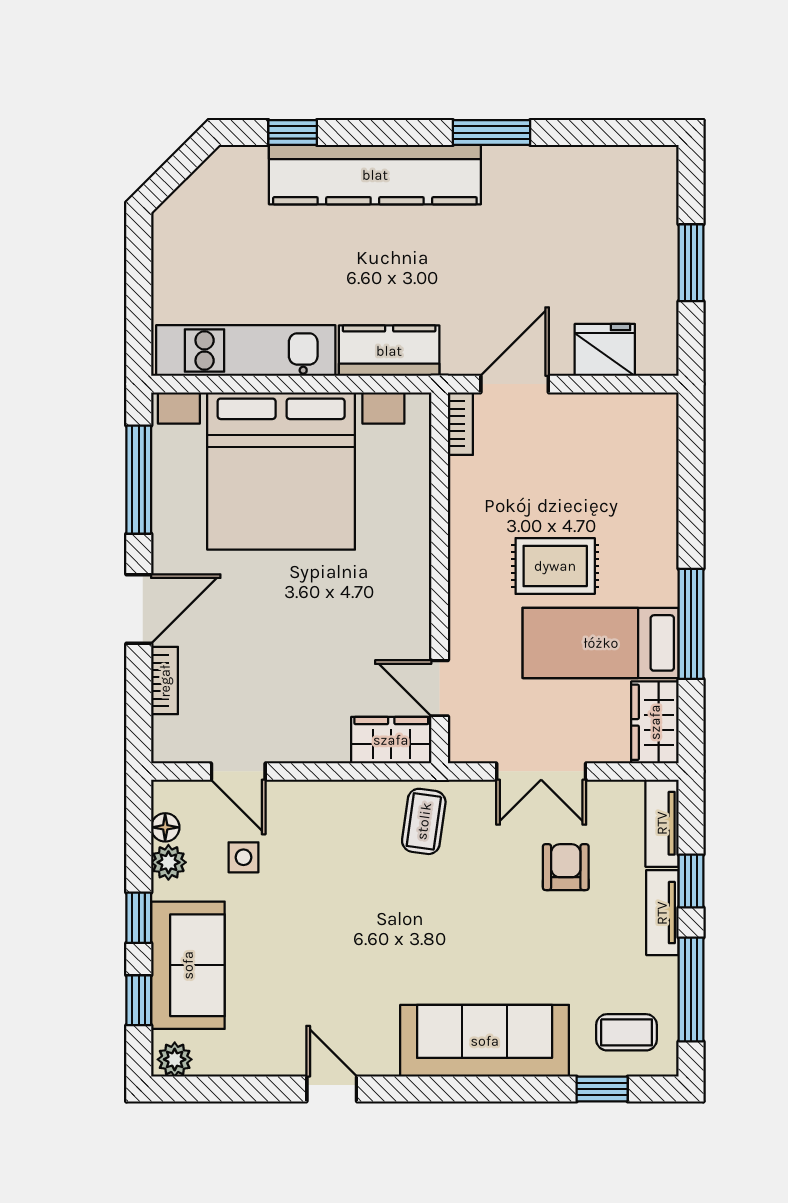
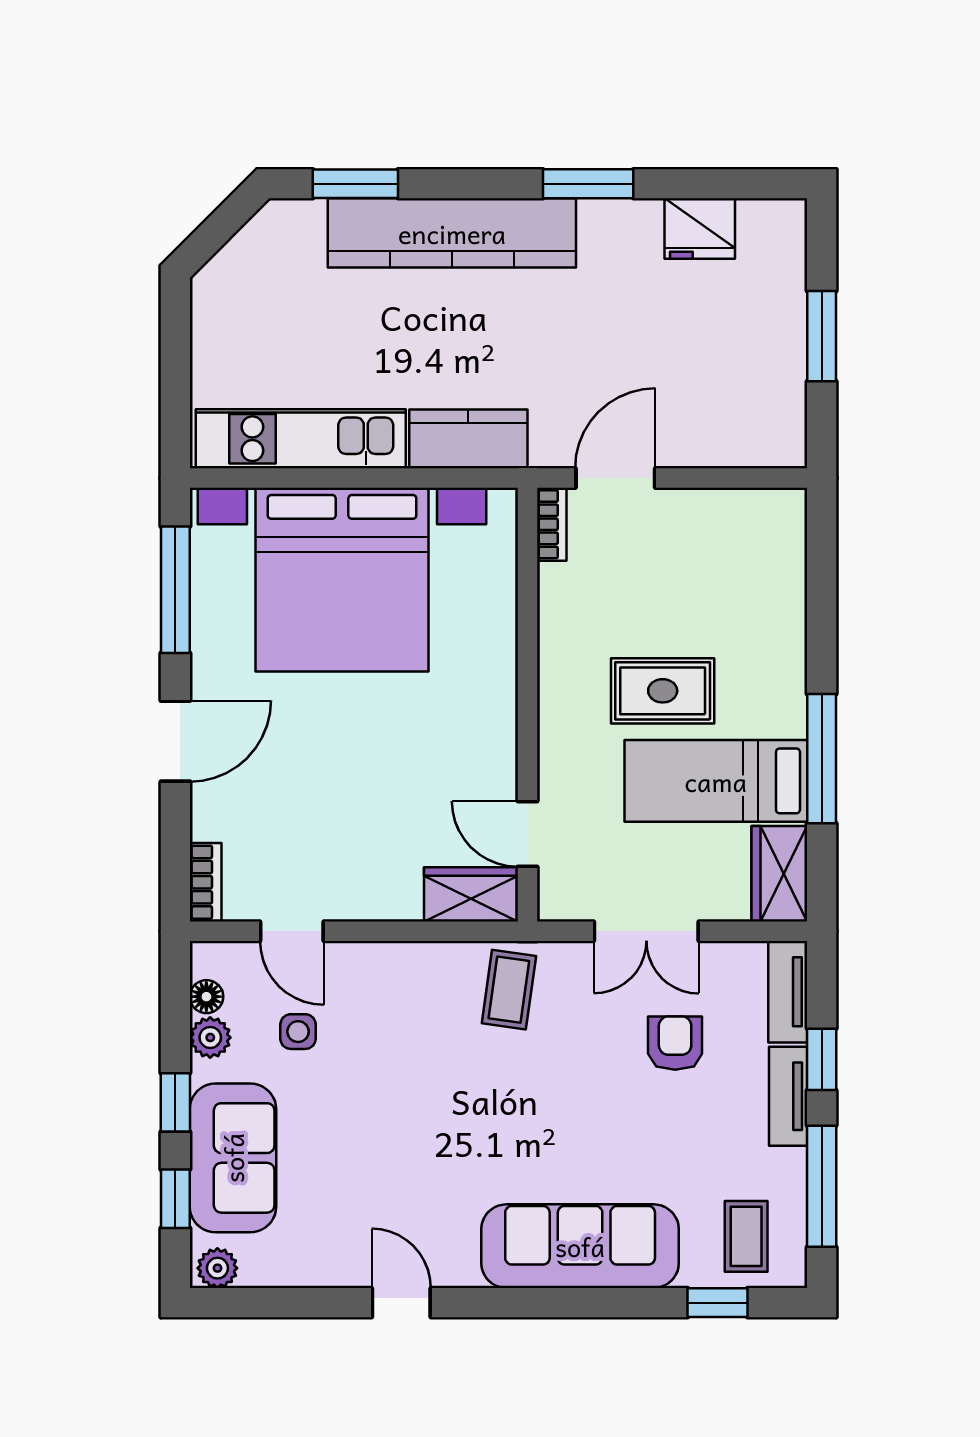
window: (293, 133) -> (355, 184), width x1.50
fridge: (605, 350) -> (700, 229), moved, turned 180
bookcase: (165, 681) -> (206, 882), moved
coffee table: (626, 1032) -> (746, 1236), turned 90

